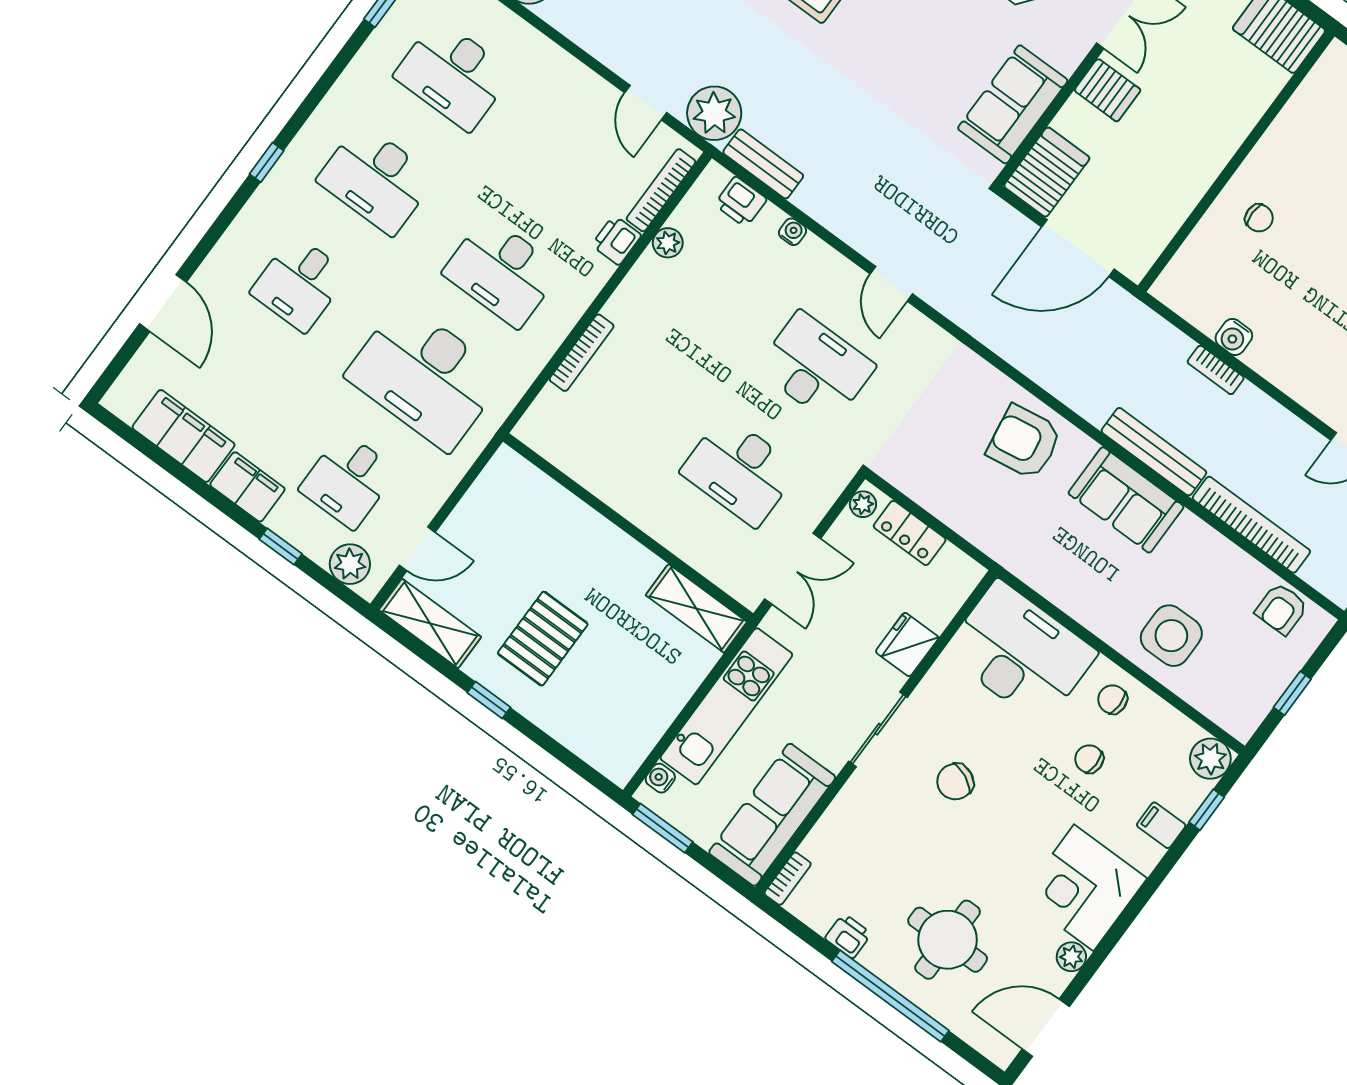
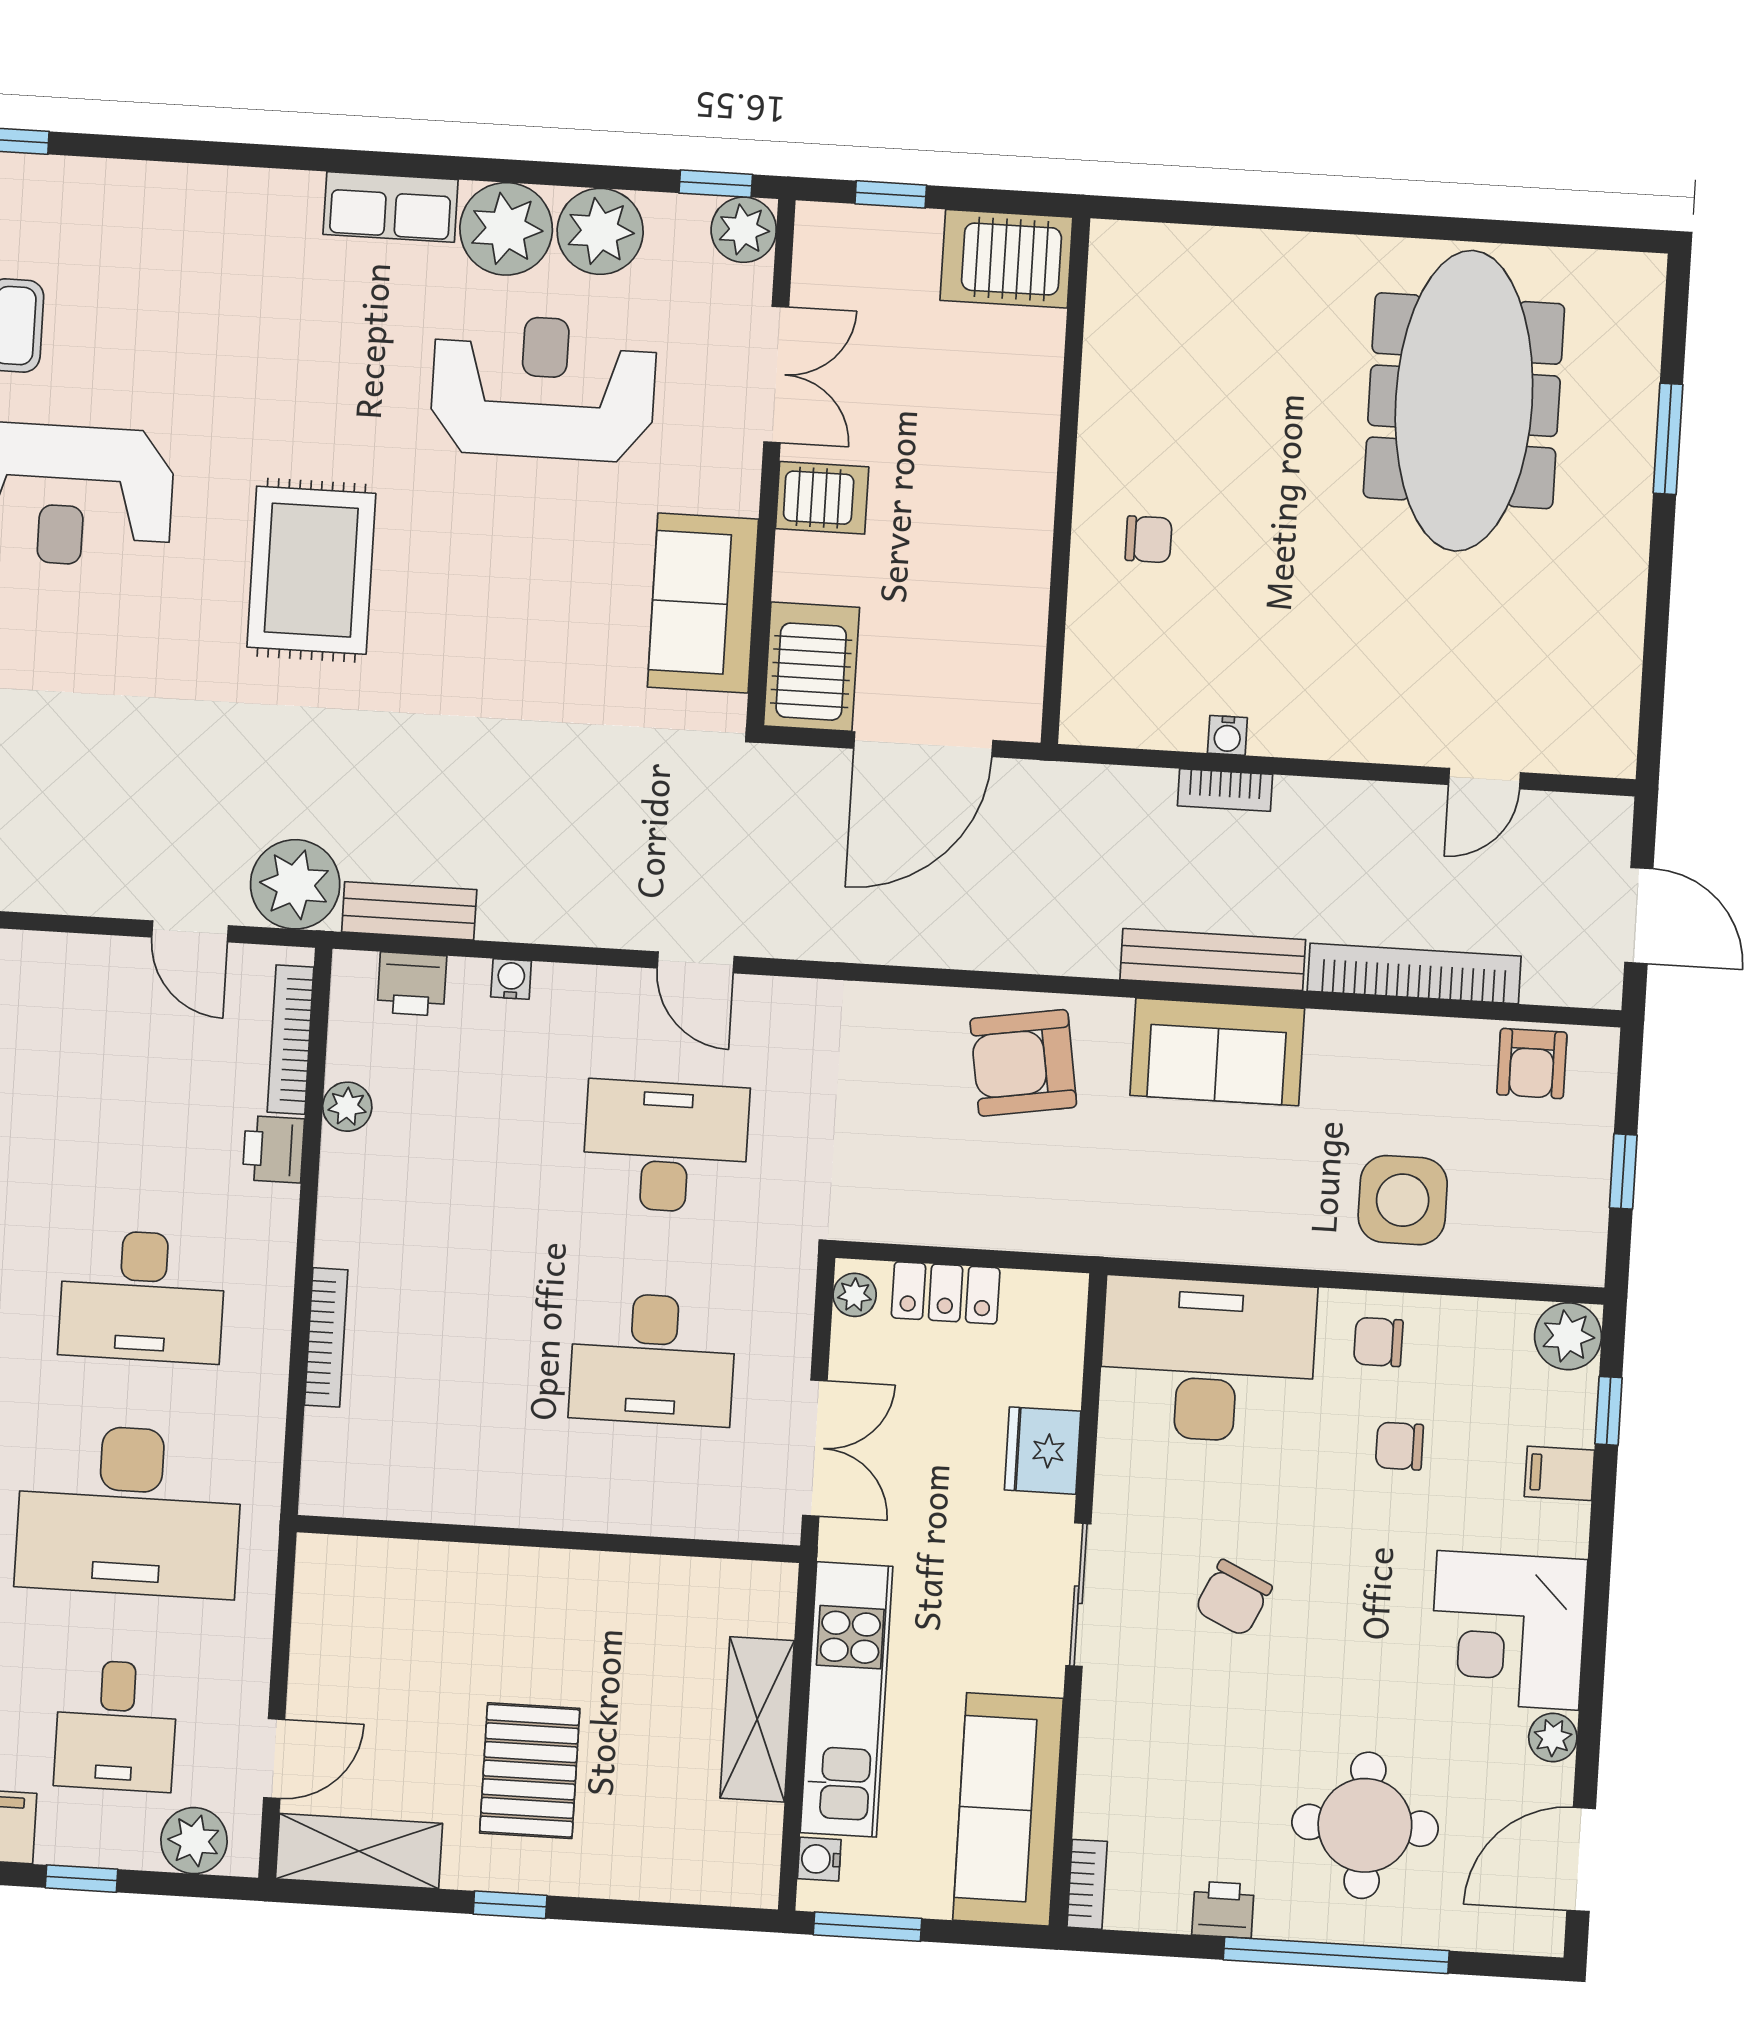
water cooler: (1234, 337) -> (1227, 735), width x0.72, depth x0.72
shelving: (696, 608) -> (757, 1719), moved, turned 90

